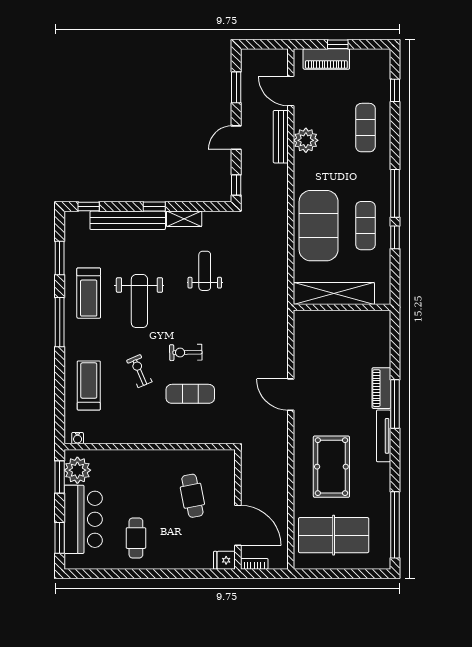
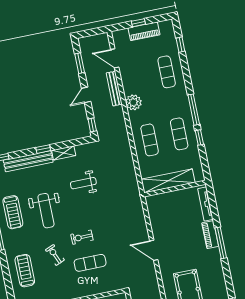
piano: (326, 59) -> (144, 31), moved
plant: (306, 140) -> (133, 102), moved
exercise mat: (319, 226) -> (150, 140), width x0.50, depth x0.69
weight bench: (205, 271) -> (83, 183), turned -90
tv unit: (384, 436) -> (205, 204), moved

